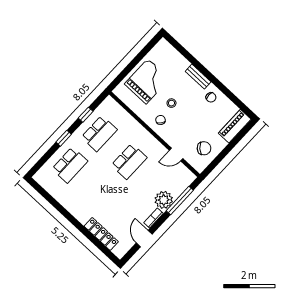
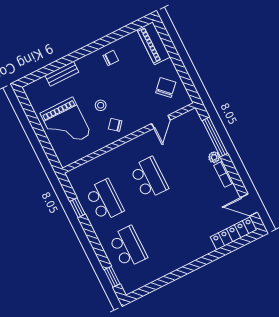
bench: (198, 77) -> (62, 74), moved
grand piano: (147, 81) -> (66, 124), turned 180
window: (64, 138) -> (112, 277), moved
plant: (164, 200) -> (214, 157), width x0.53, depth x0.53
locker: (101, 234) -> (234, 233), moved
door: (144, 239) -> (249, 205), moved

